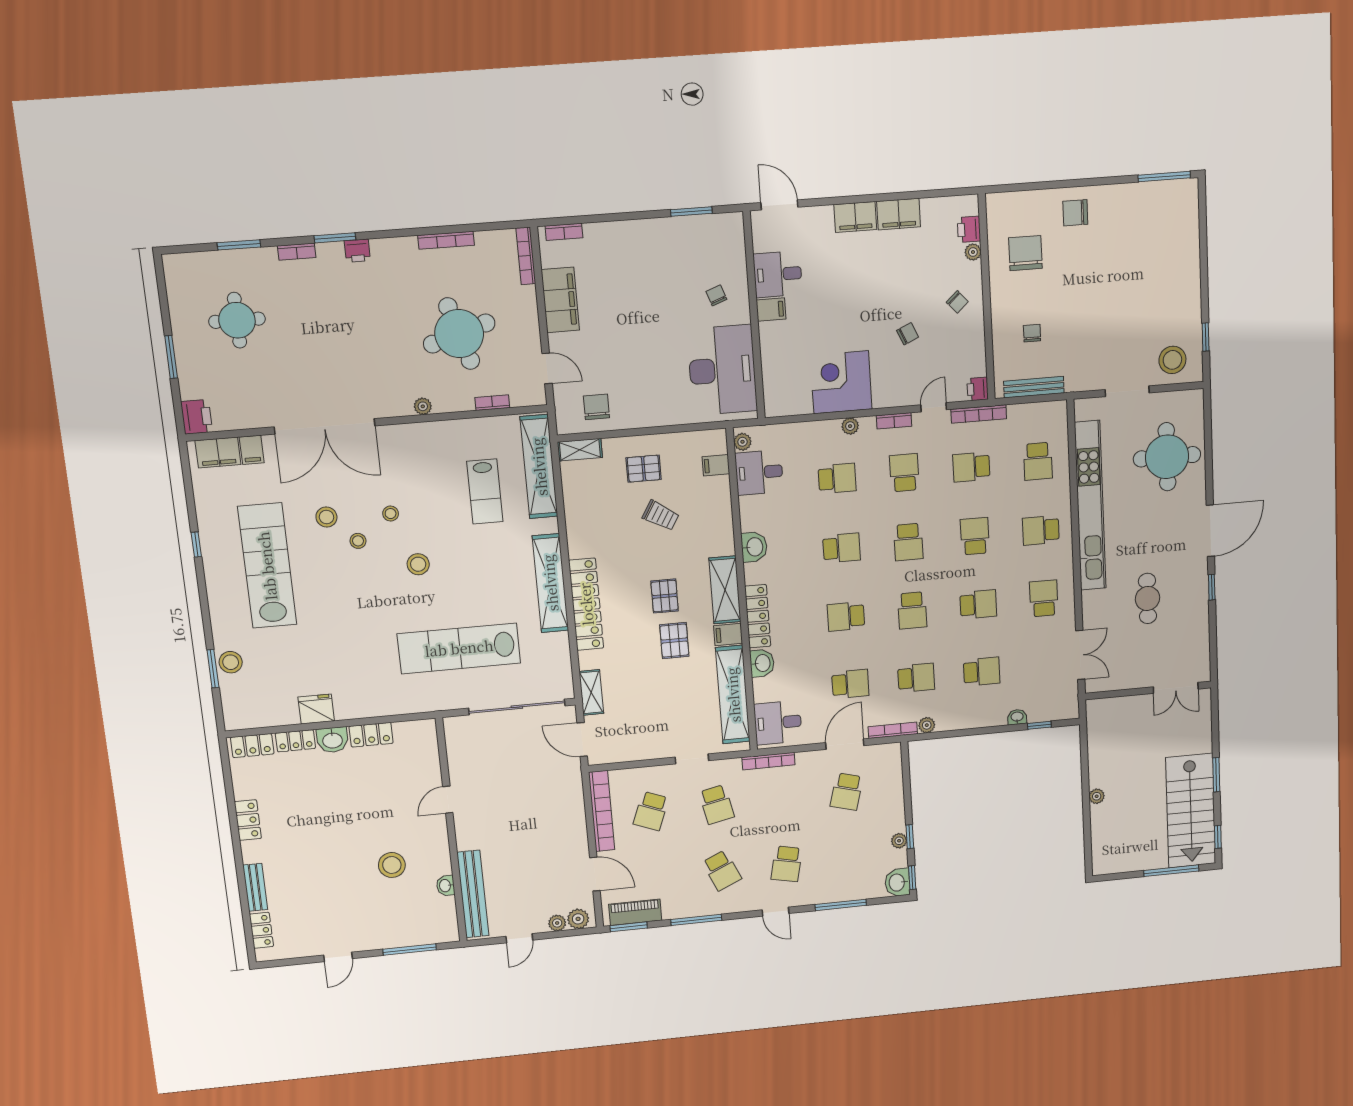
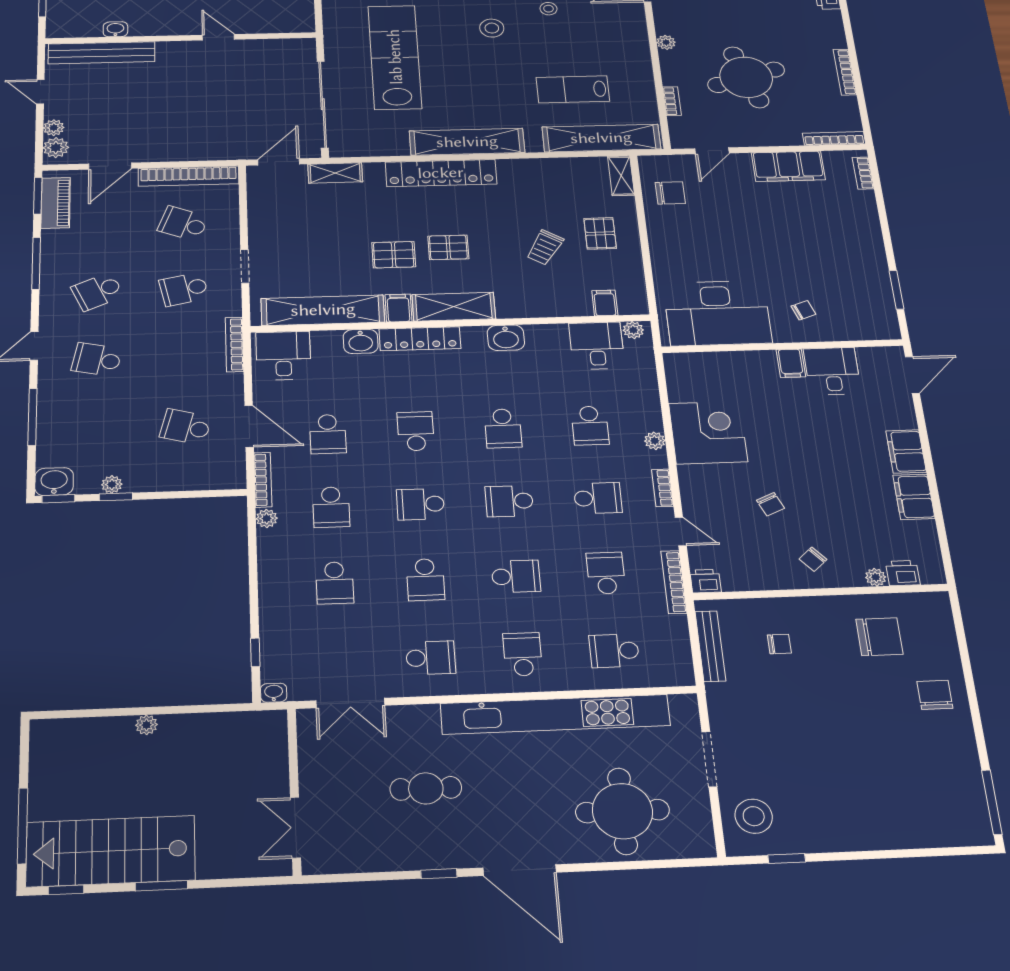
washbasin: (1017, 717) -> (274, 693), moved, turned -90

